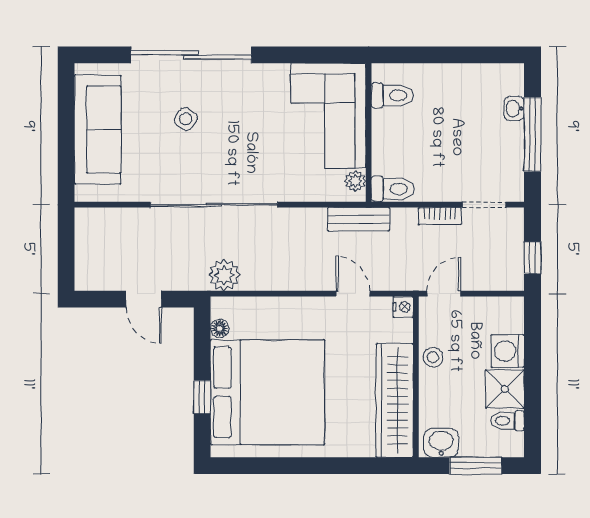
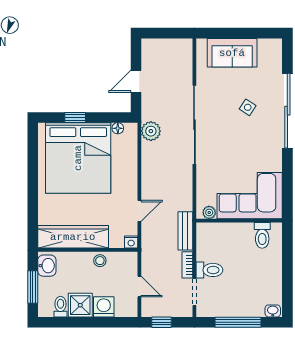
washbasin: (514, 108) -> (273, 311), moved
sofa: (98, 130) -> (232, 53), width x0.73
toilet: (393, 189) -> (209, 270), moved, turned -90
bench: (359, 219) -> (185, 231), moved
door: (444, 294) -> (139, 286), moved

